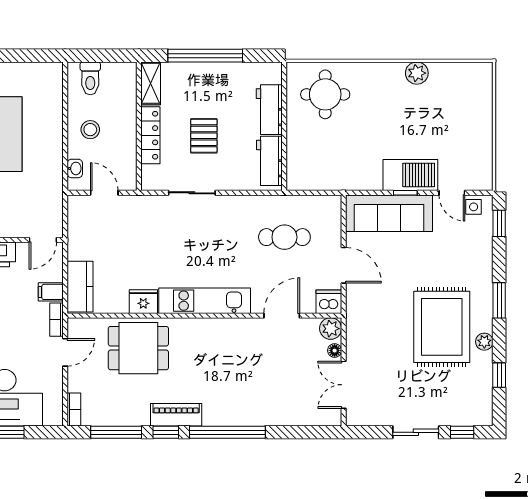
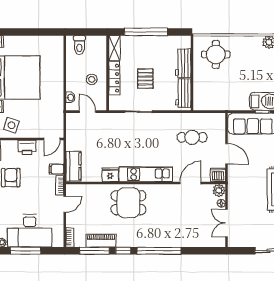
stool: (90, 130) -> (92, 79), moved
dining table: (138, 348) -> (128, 203), moved
piano: (176, 415) -> (101, 241), moved

